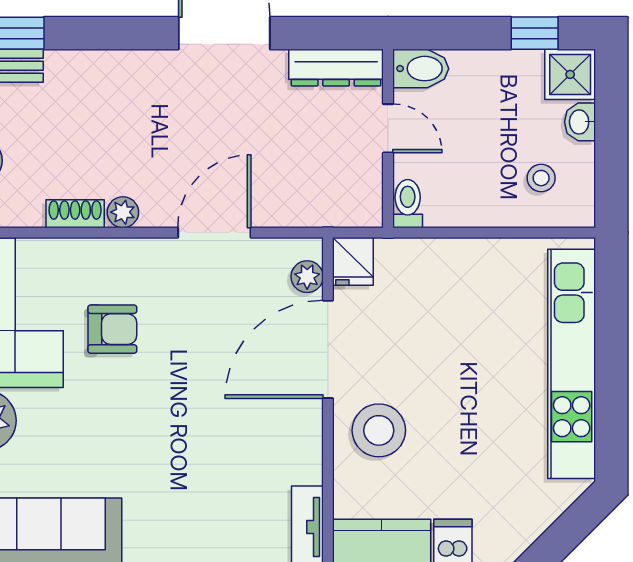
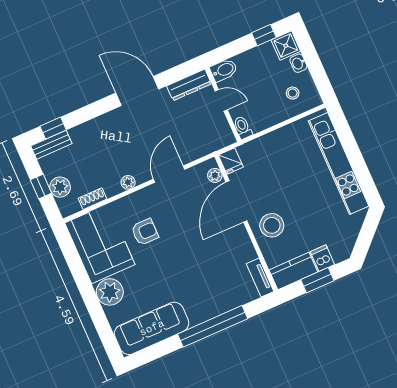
shoe rack: (75, 214) -> (93, 199), moved

